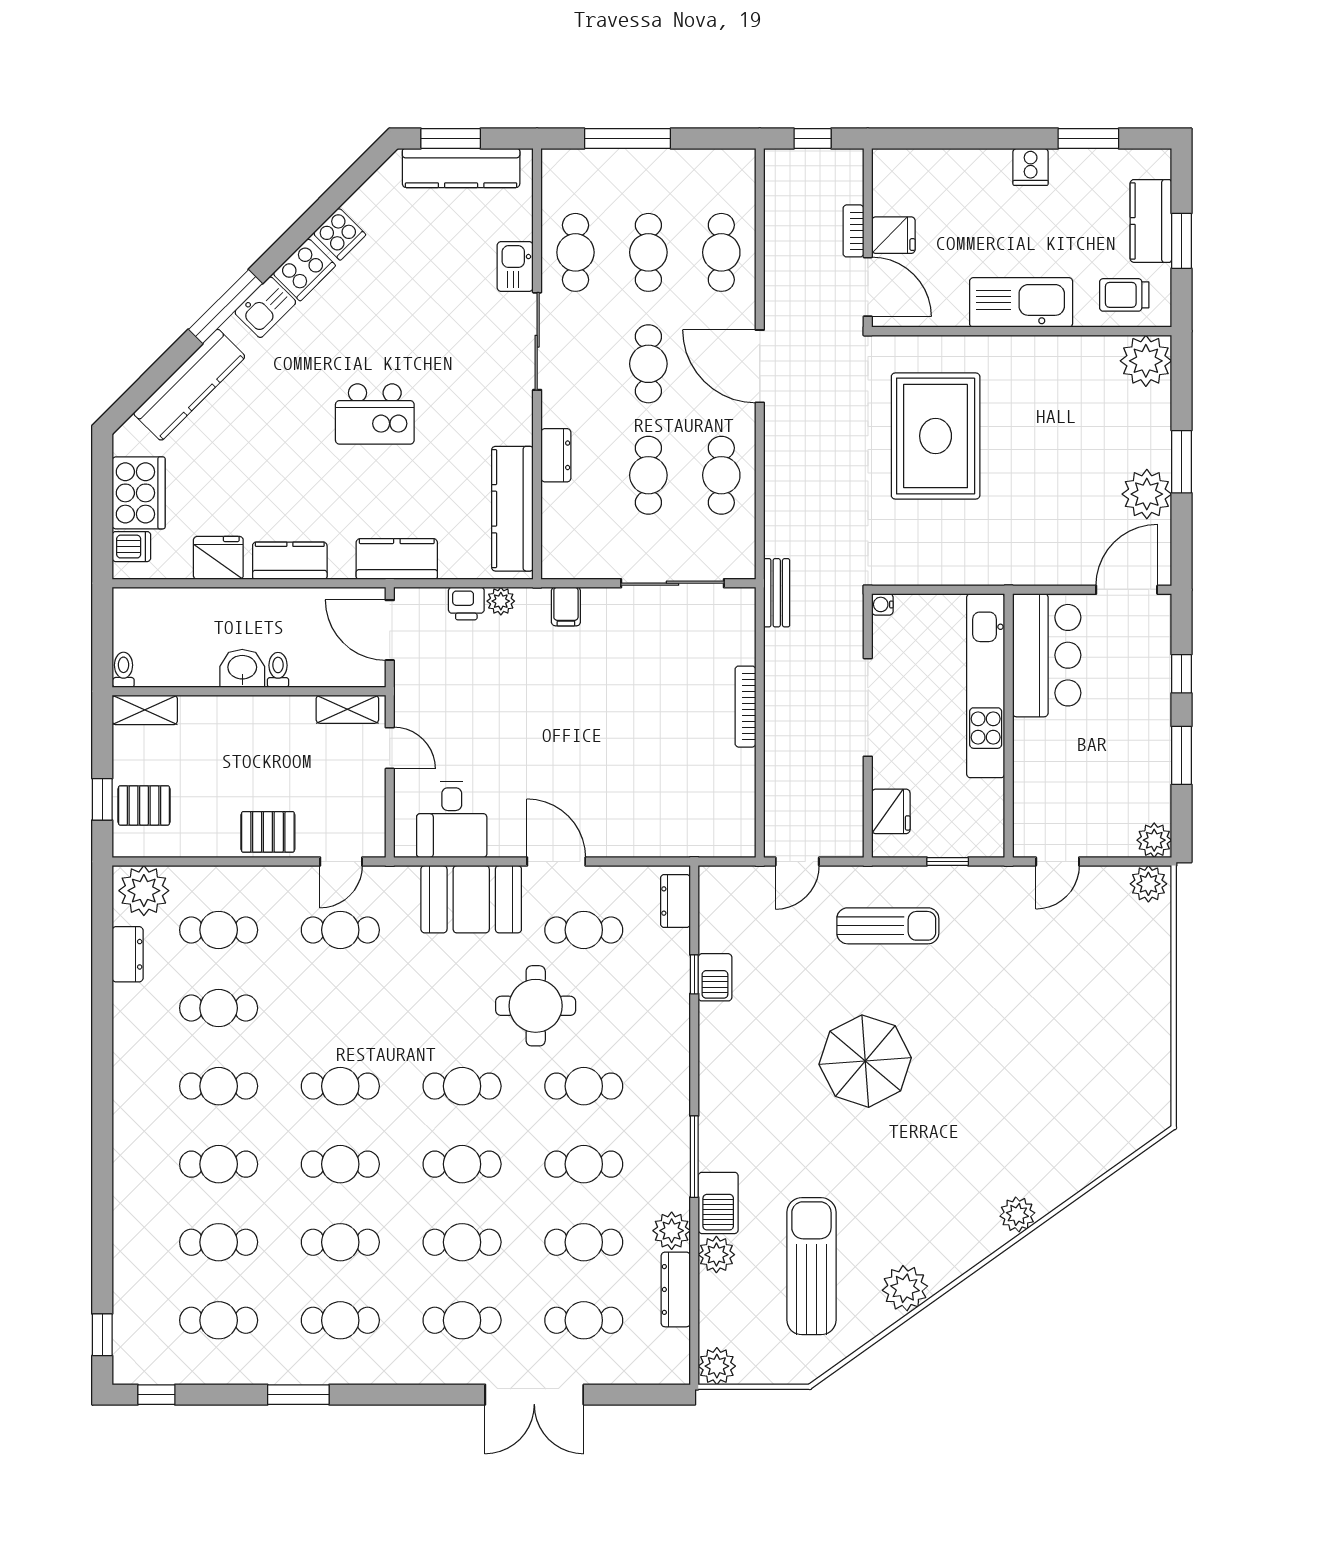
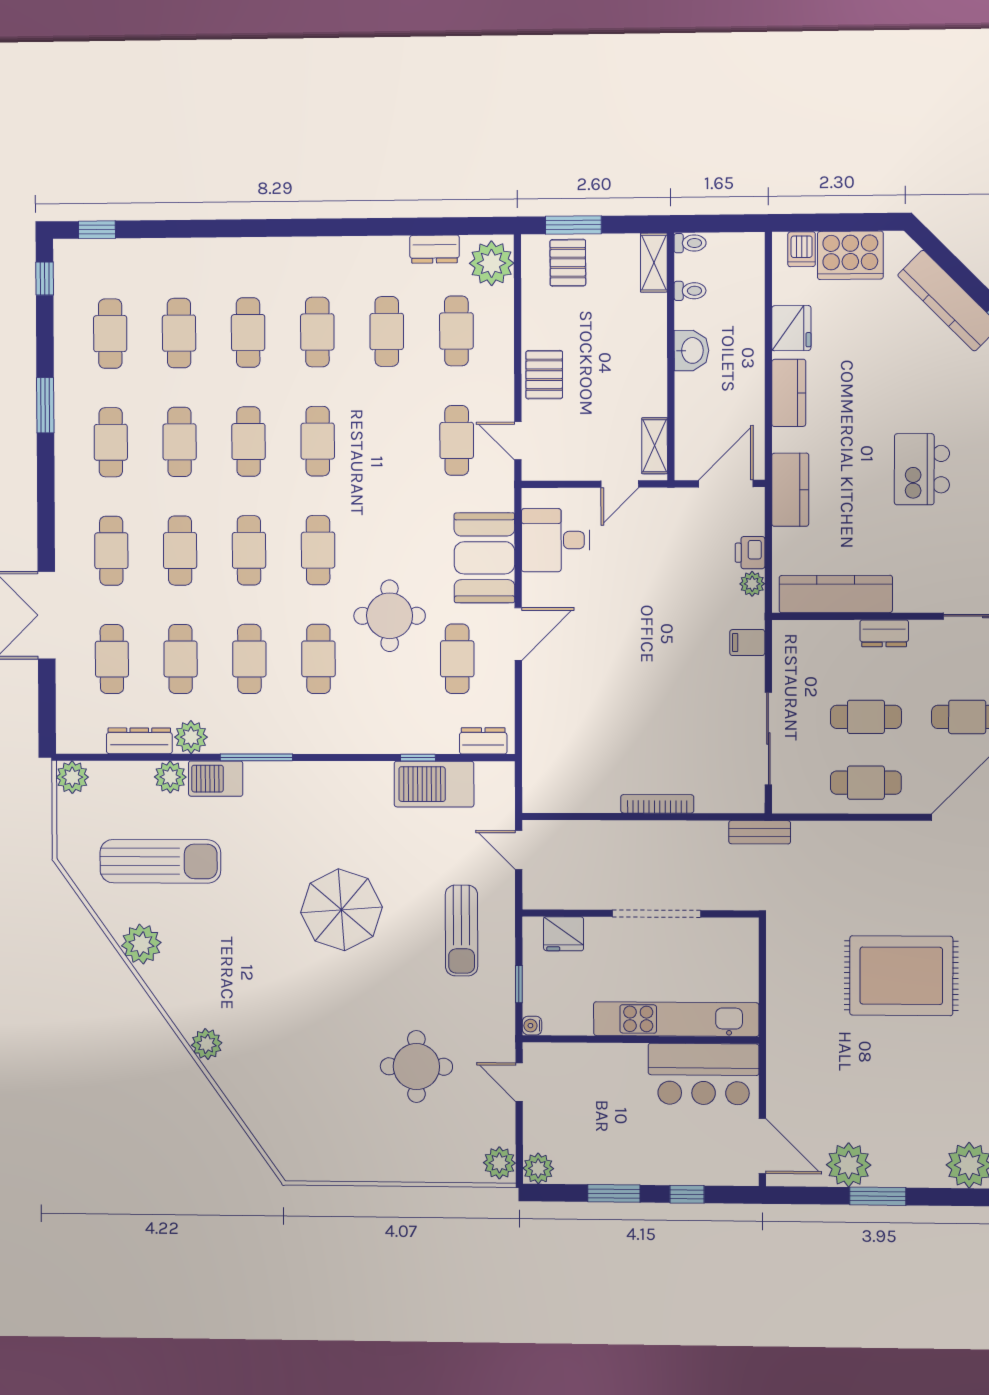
water cooler: (882, 604) -> (532, 1026), moved, turned -90
toilet: (278, 670) -> (690, 291), moved
window: (102, 799) -> (573, 225), width x1.50
barbecue: (715, 977) -> (434, 784), width x1.88, depth x1.53
round table: (1041, 977) -> (416, 1067), added

